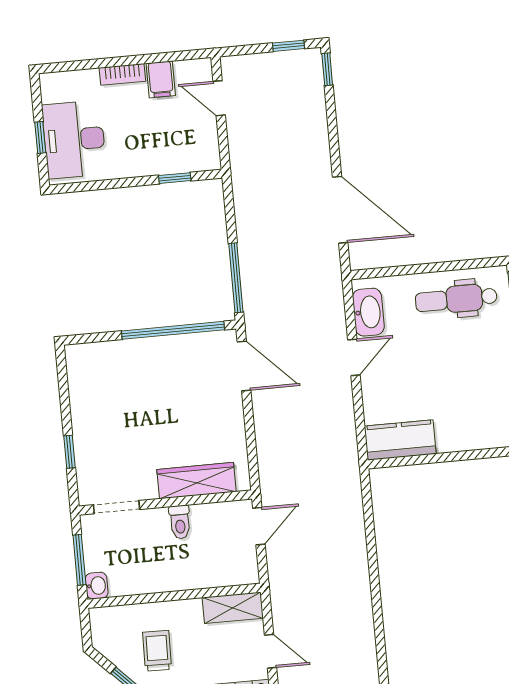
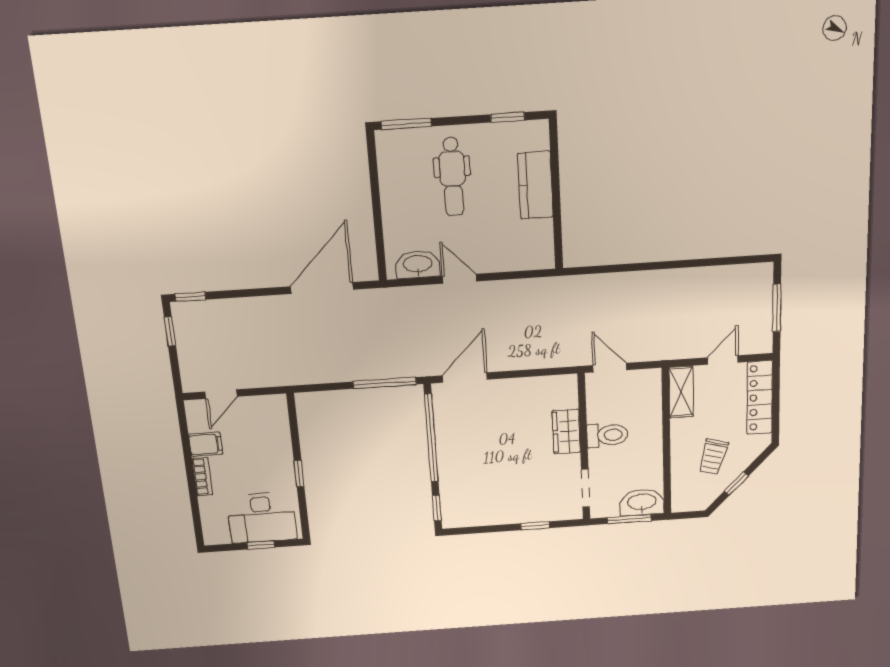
window: (175, 178) -> (299, 474), moved
dental chair: (456, 299) -> (453, 177), moved
window: (89, 338) -> (437, 508), added
kitchen counter: (400, 440) -> (535, 185), moved
wardrobe: (196, 481) -> (566, 432), width x0.67
toilet: (180, 522) -> (607, 435), width x1.37, depth x1.39
washbasin: (97, 586) -> (642, 502), width x1.91, depth x1.45
trolley: (157, 651) -> (713, 457), turned -76

